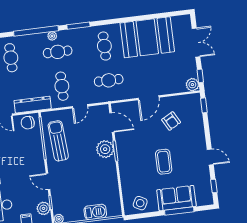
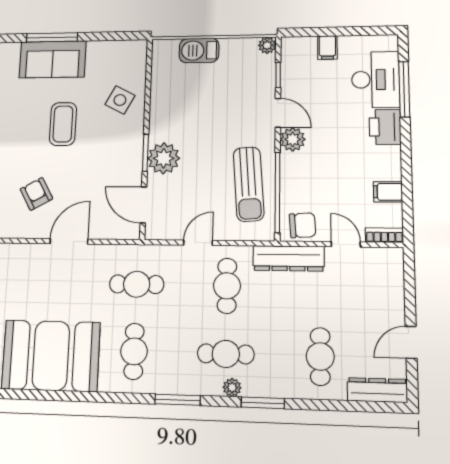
window: (36, 31) -> (263, 403), width x0.47
side table: (140, 203) -> (120, 100), moved
plant: (44, 208) -> (293, 139), moved

